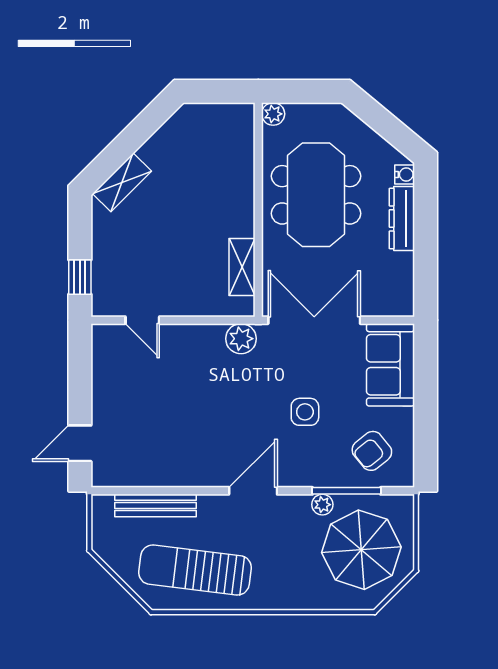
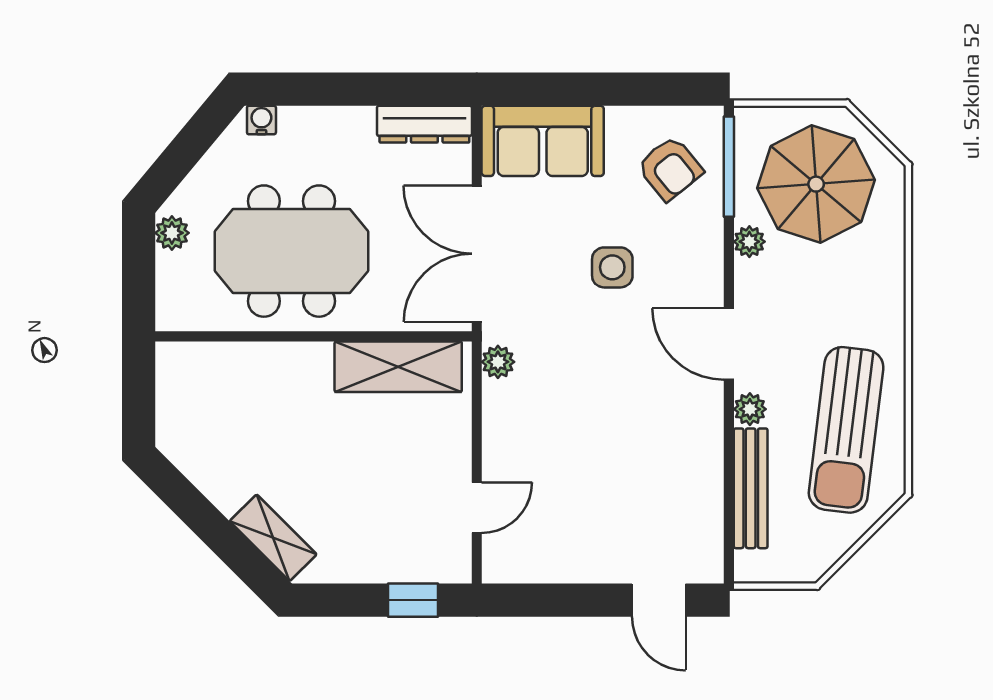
plant: (273, 114) -> (172, 233), moved
dresser: (402, 218) -> (424, 124), moved
shelving: (242, 267) -> (398, 367), width x1.50, depth x1.33
plant: (241, 339) -> (498, 362), width x0.73, depth x0.73
window: (347, 491) -> (729, 167), moved
plant: (209, 505) -> (750, 409), added

